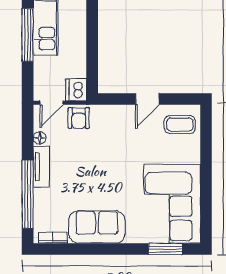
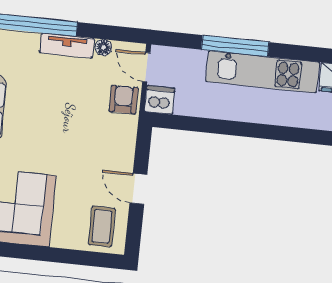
armchair: (79, 118) -> (124, 100), turned 90

